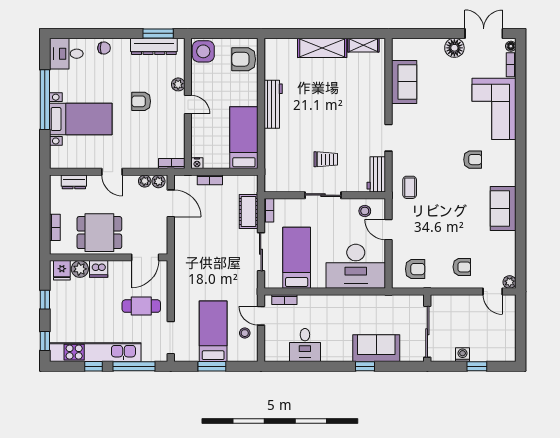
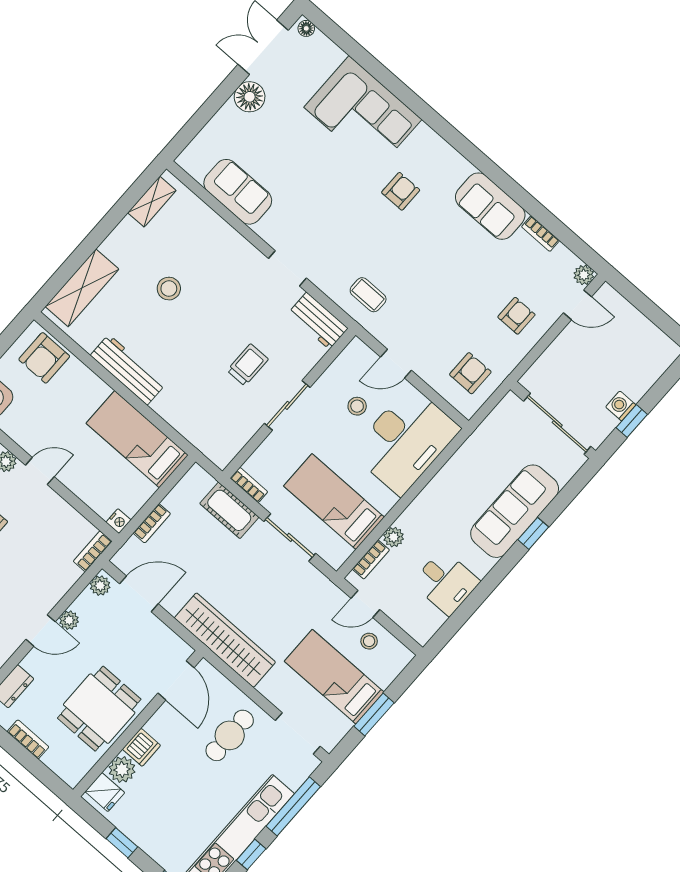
shelving: (322, 48) -> (82, 288), moved
bookcase: (511, 65) -> (541, 234), moved
stool: (329, 90) -> (169, 289), added
plant: (145, 181) -> (69, 620), moved
stool: (365, 211) -> (357, 406), moved
bookcase: (55, 227) -> (28, 739), moved
wardrobe: (185, 264) -> (225, 640), added
plant: (305, 301) -> (394, 537), added
sofa: (376, 348) -> (515, 511), width x1.36
window: (477, 366) -> (632, 421), moved

